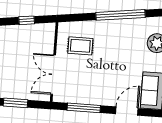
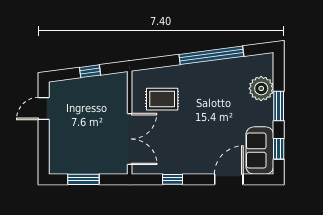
double door: (53, 75) -> (130, 139), swing flipped
window: (84, 108) -> (172, 179), width x0.46

